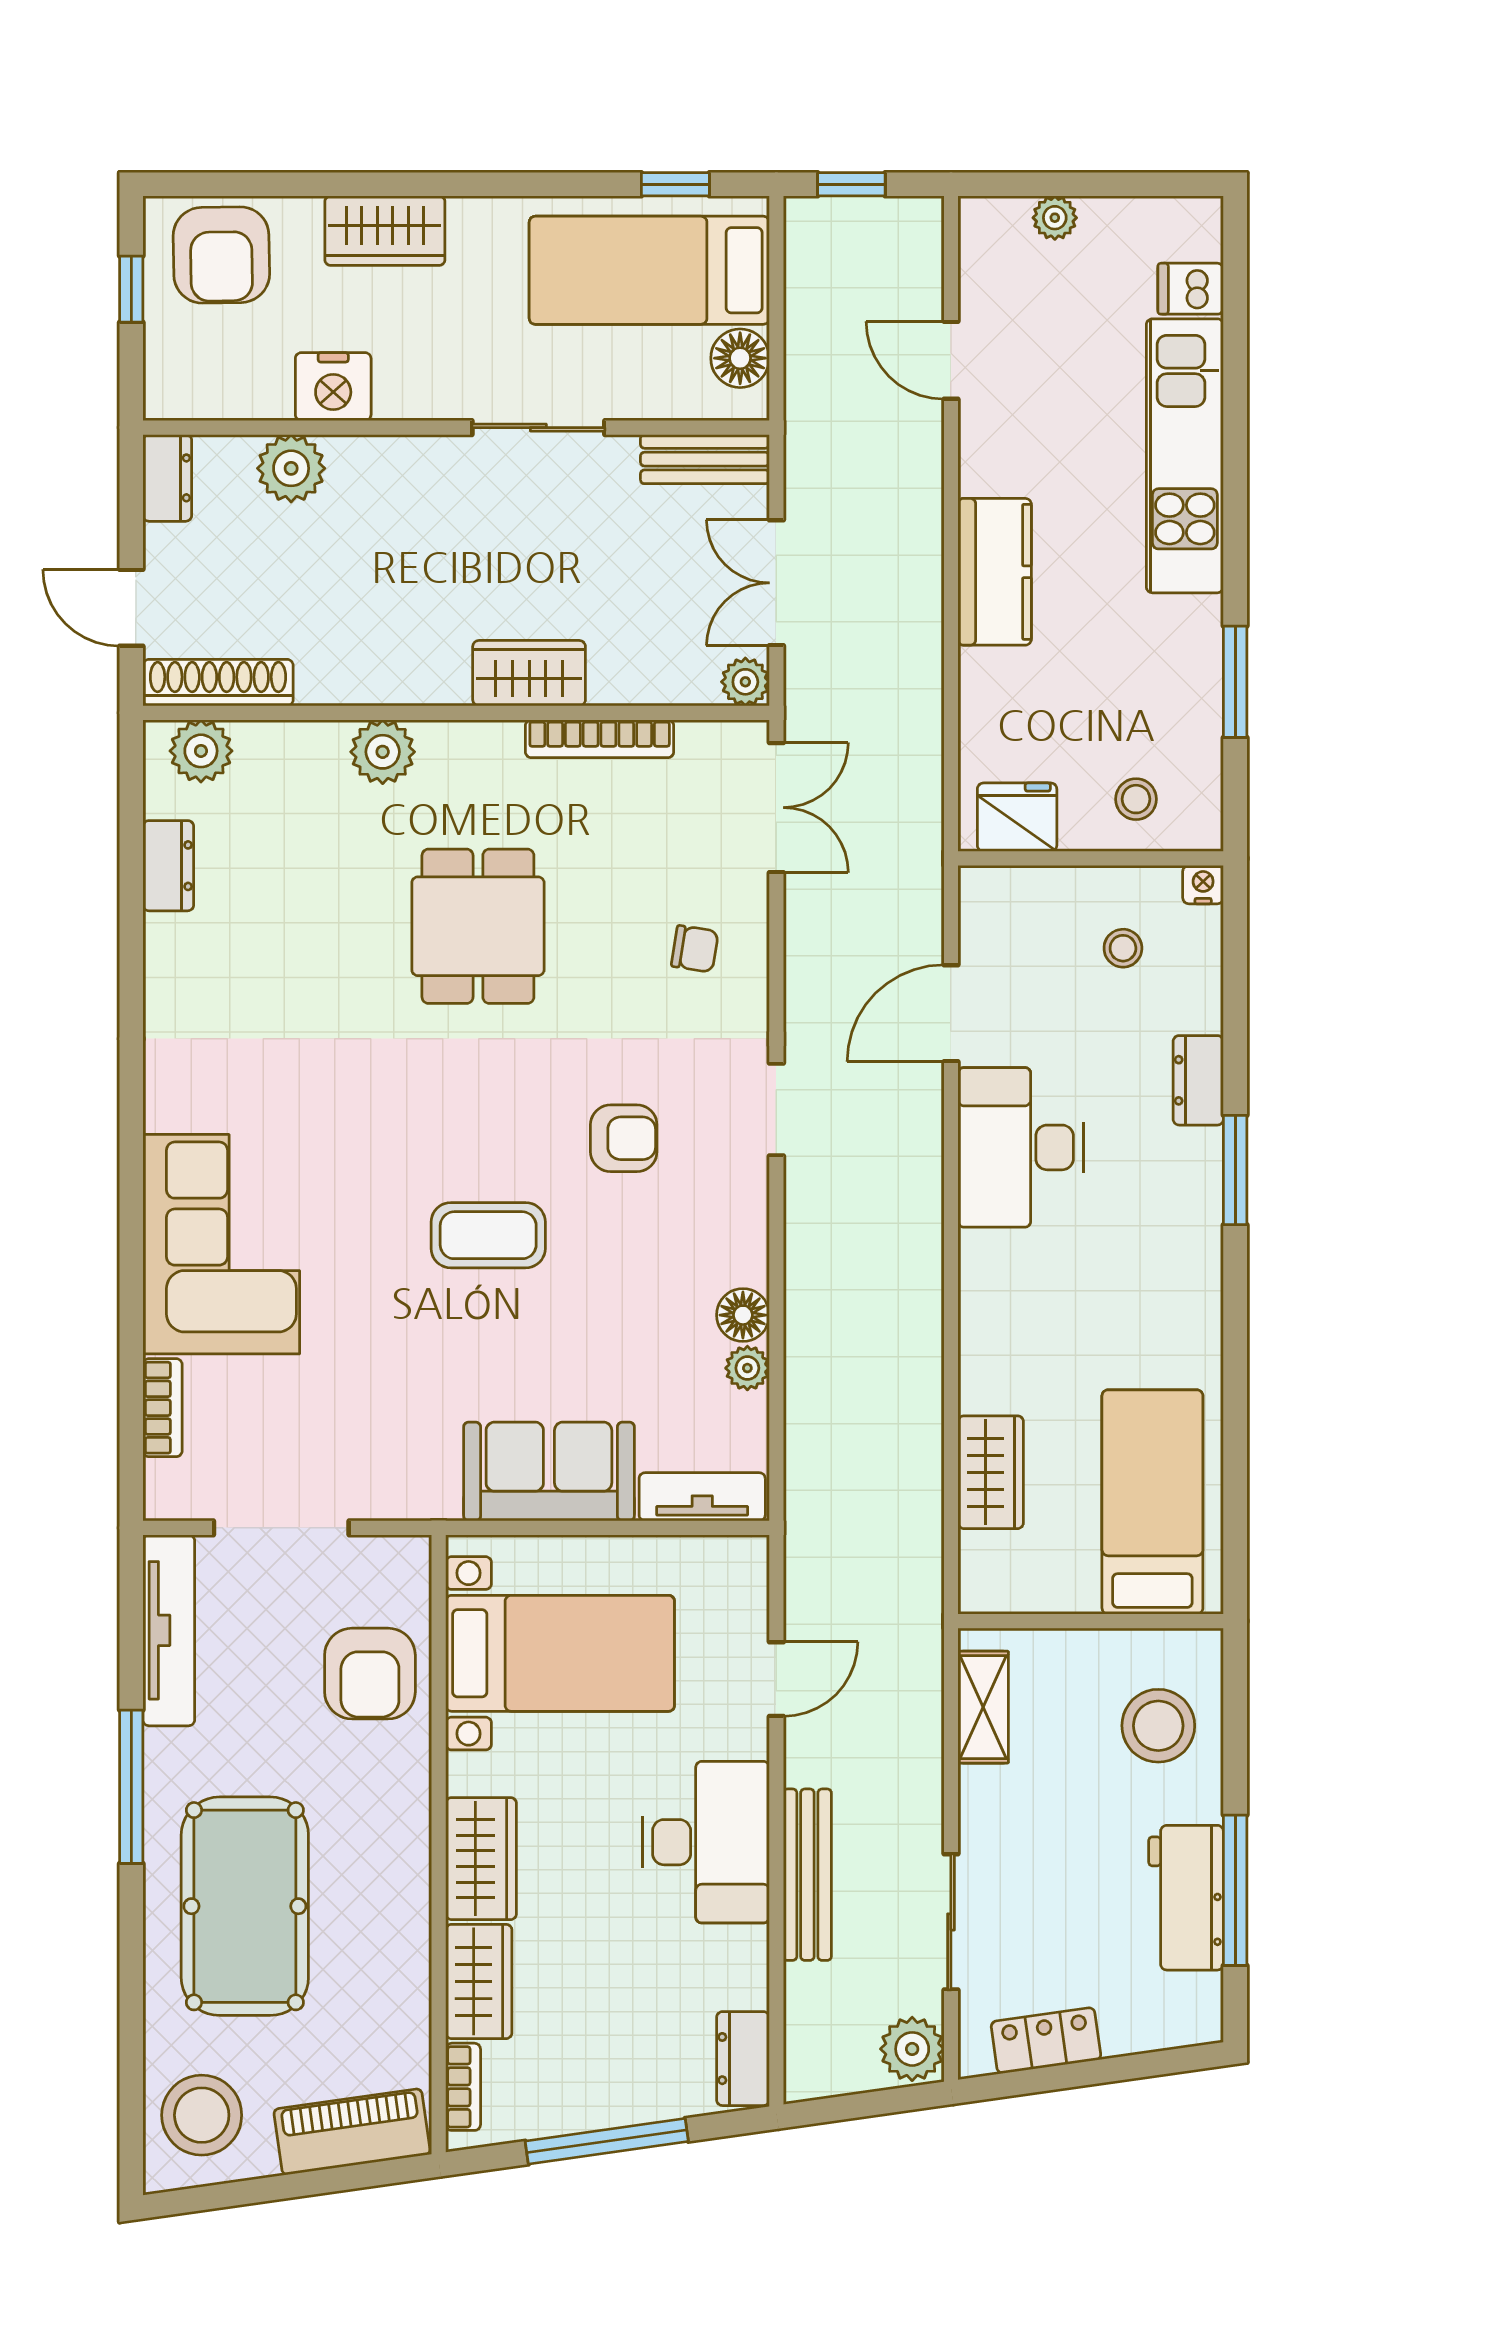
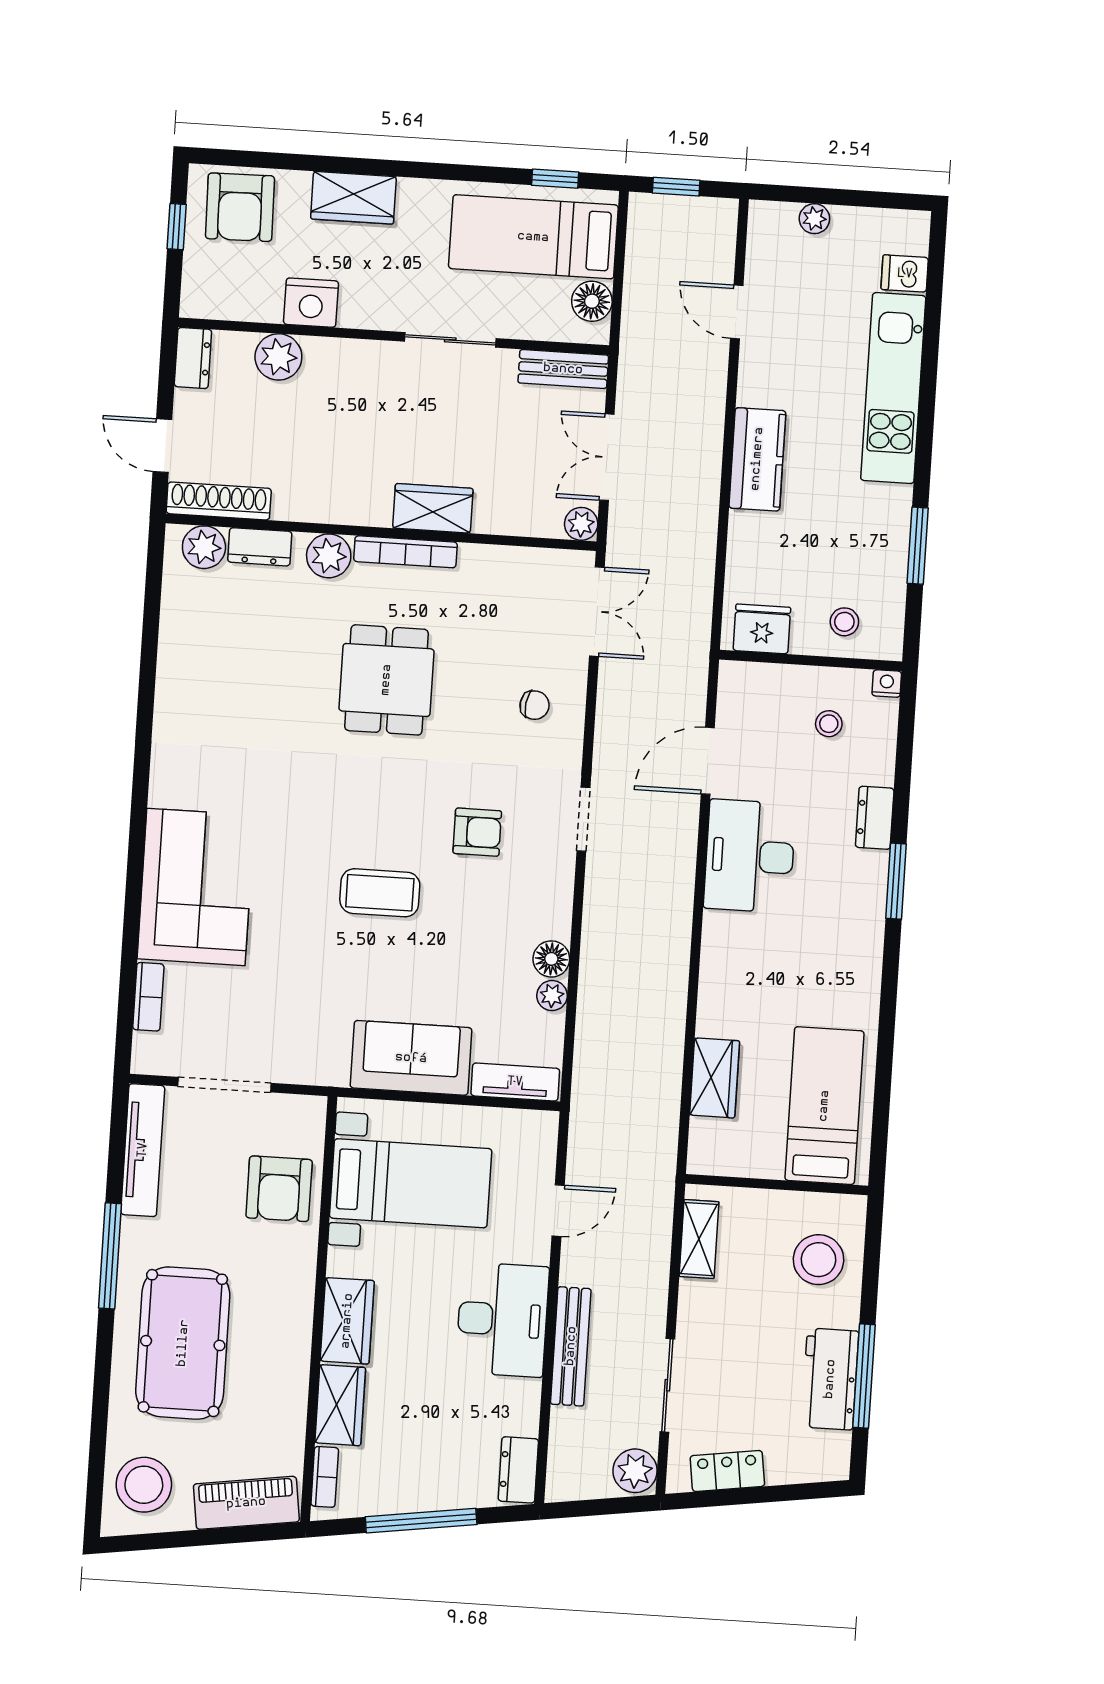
bookcase: (600, 739) -> (405, 552), moved
dresser: (168, 866) -> (260, 547), moved, turned 90

